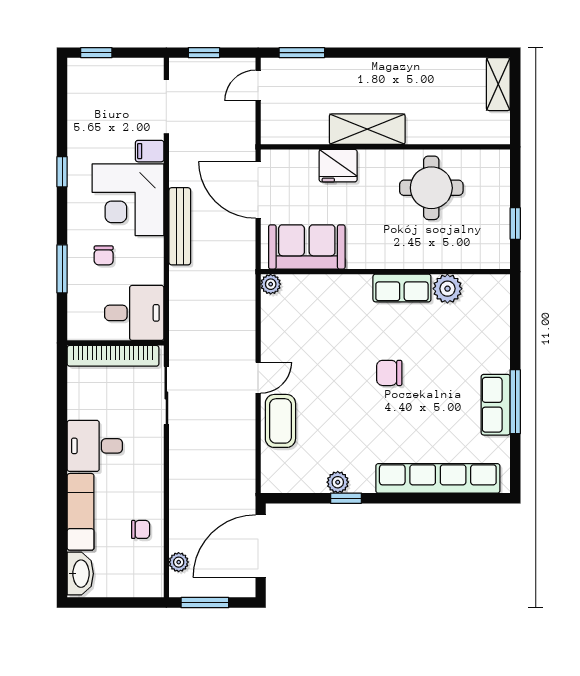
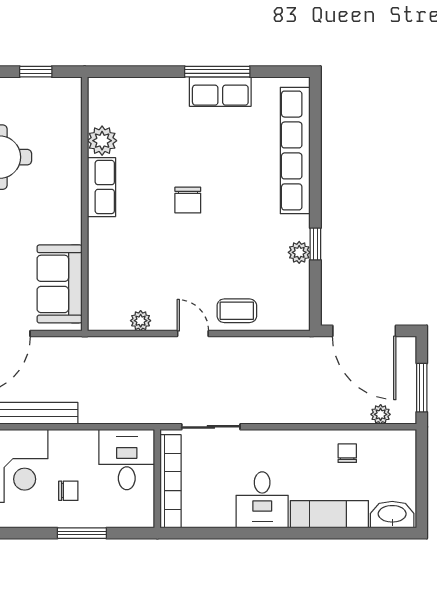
plant: (271, 284) -> (141, 321), moved
coffee table: (280, 421) -> (237, 311), width x0.73, depth x0.77

